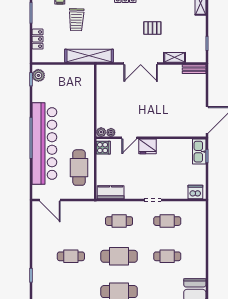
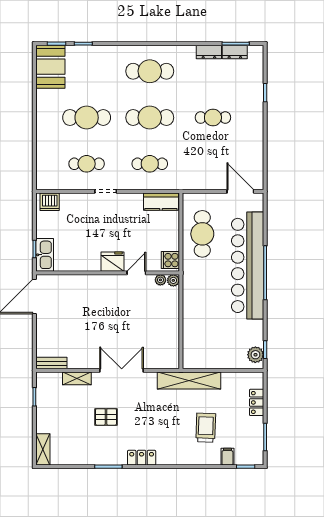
cafe table: (167, 256) -> (87, 118), width x1.37, depth x1.35

